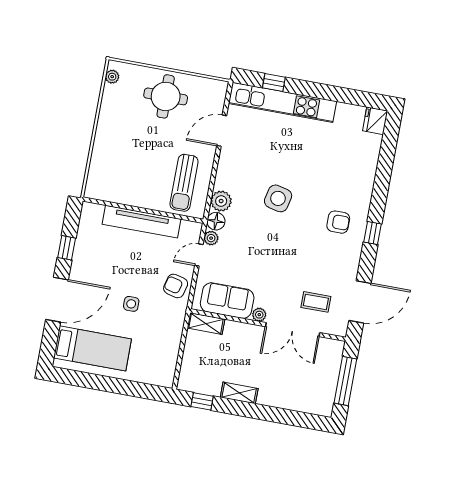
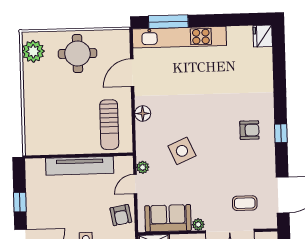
plant: (112, 77) -> (33, 51), width x1.88, depth x1.88
window: (274, 82) -> (168, 22), width x2.17
side table: (278, 198) -> (182, 151), moved, turned -37
plant: (221, 201) -> (145, 133), removed
floor lamp: (216, 221) -> (143, 113), moved
armchair: (176, 286) -> (121, 215), turned -114

